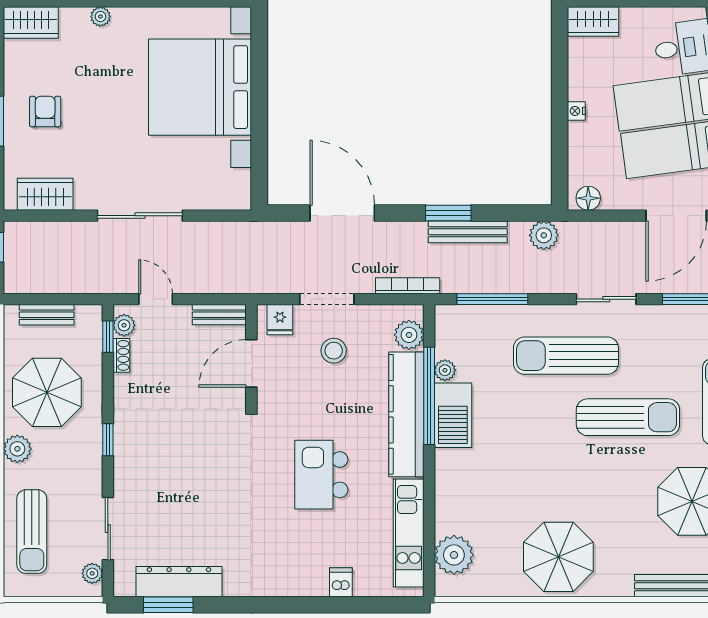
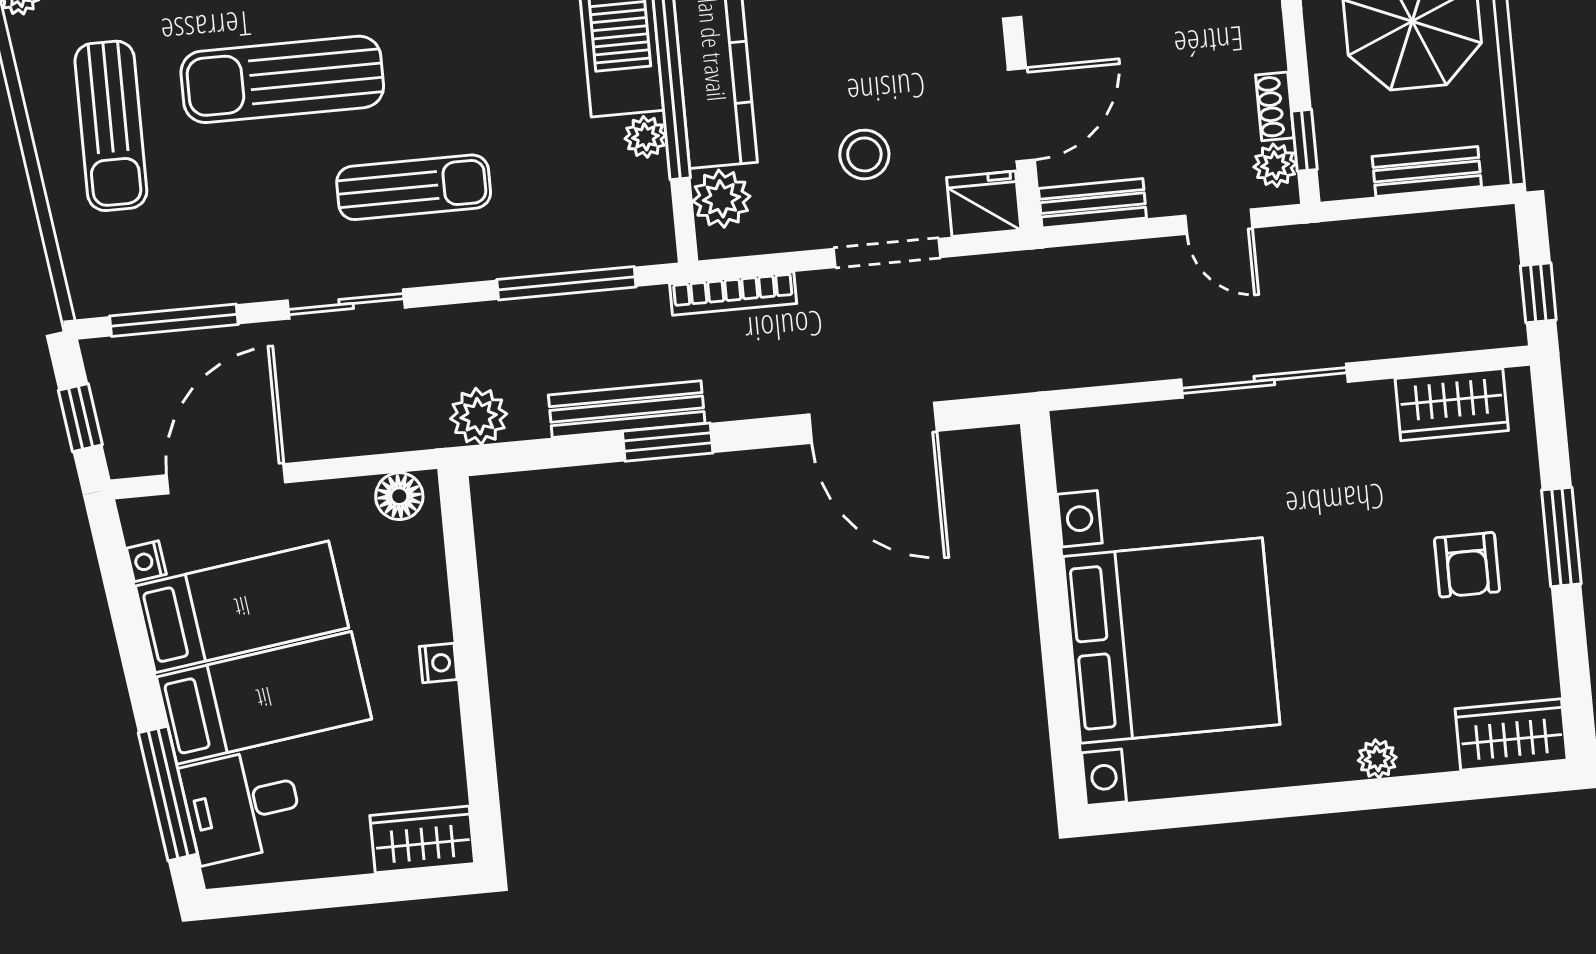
fridge: (280, 320) -> (984, 204), width x1.38
sun lounger: (566, 356) -> (414, 187), width x0.73, depth x0.75

